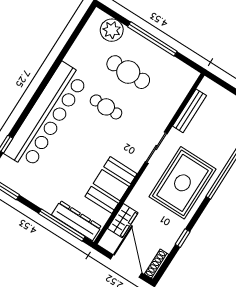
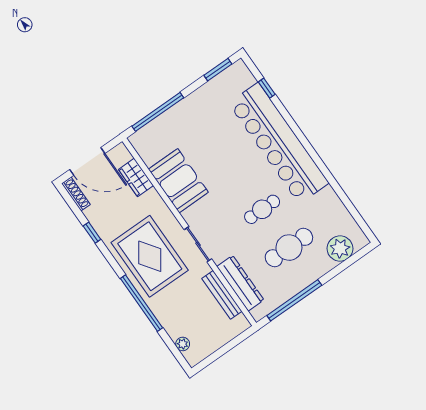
window: (152, 39) -> (294, 300), moved
dresser: (76, 221) -> (240, 283), moved, turned -90

